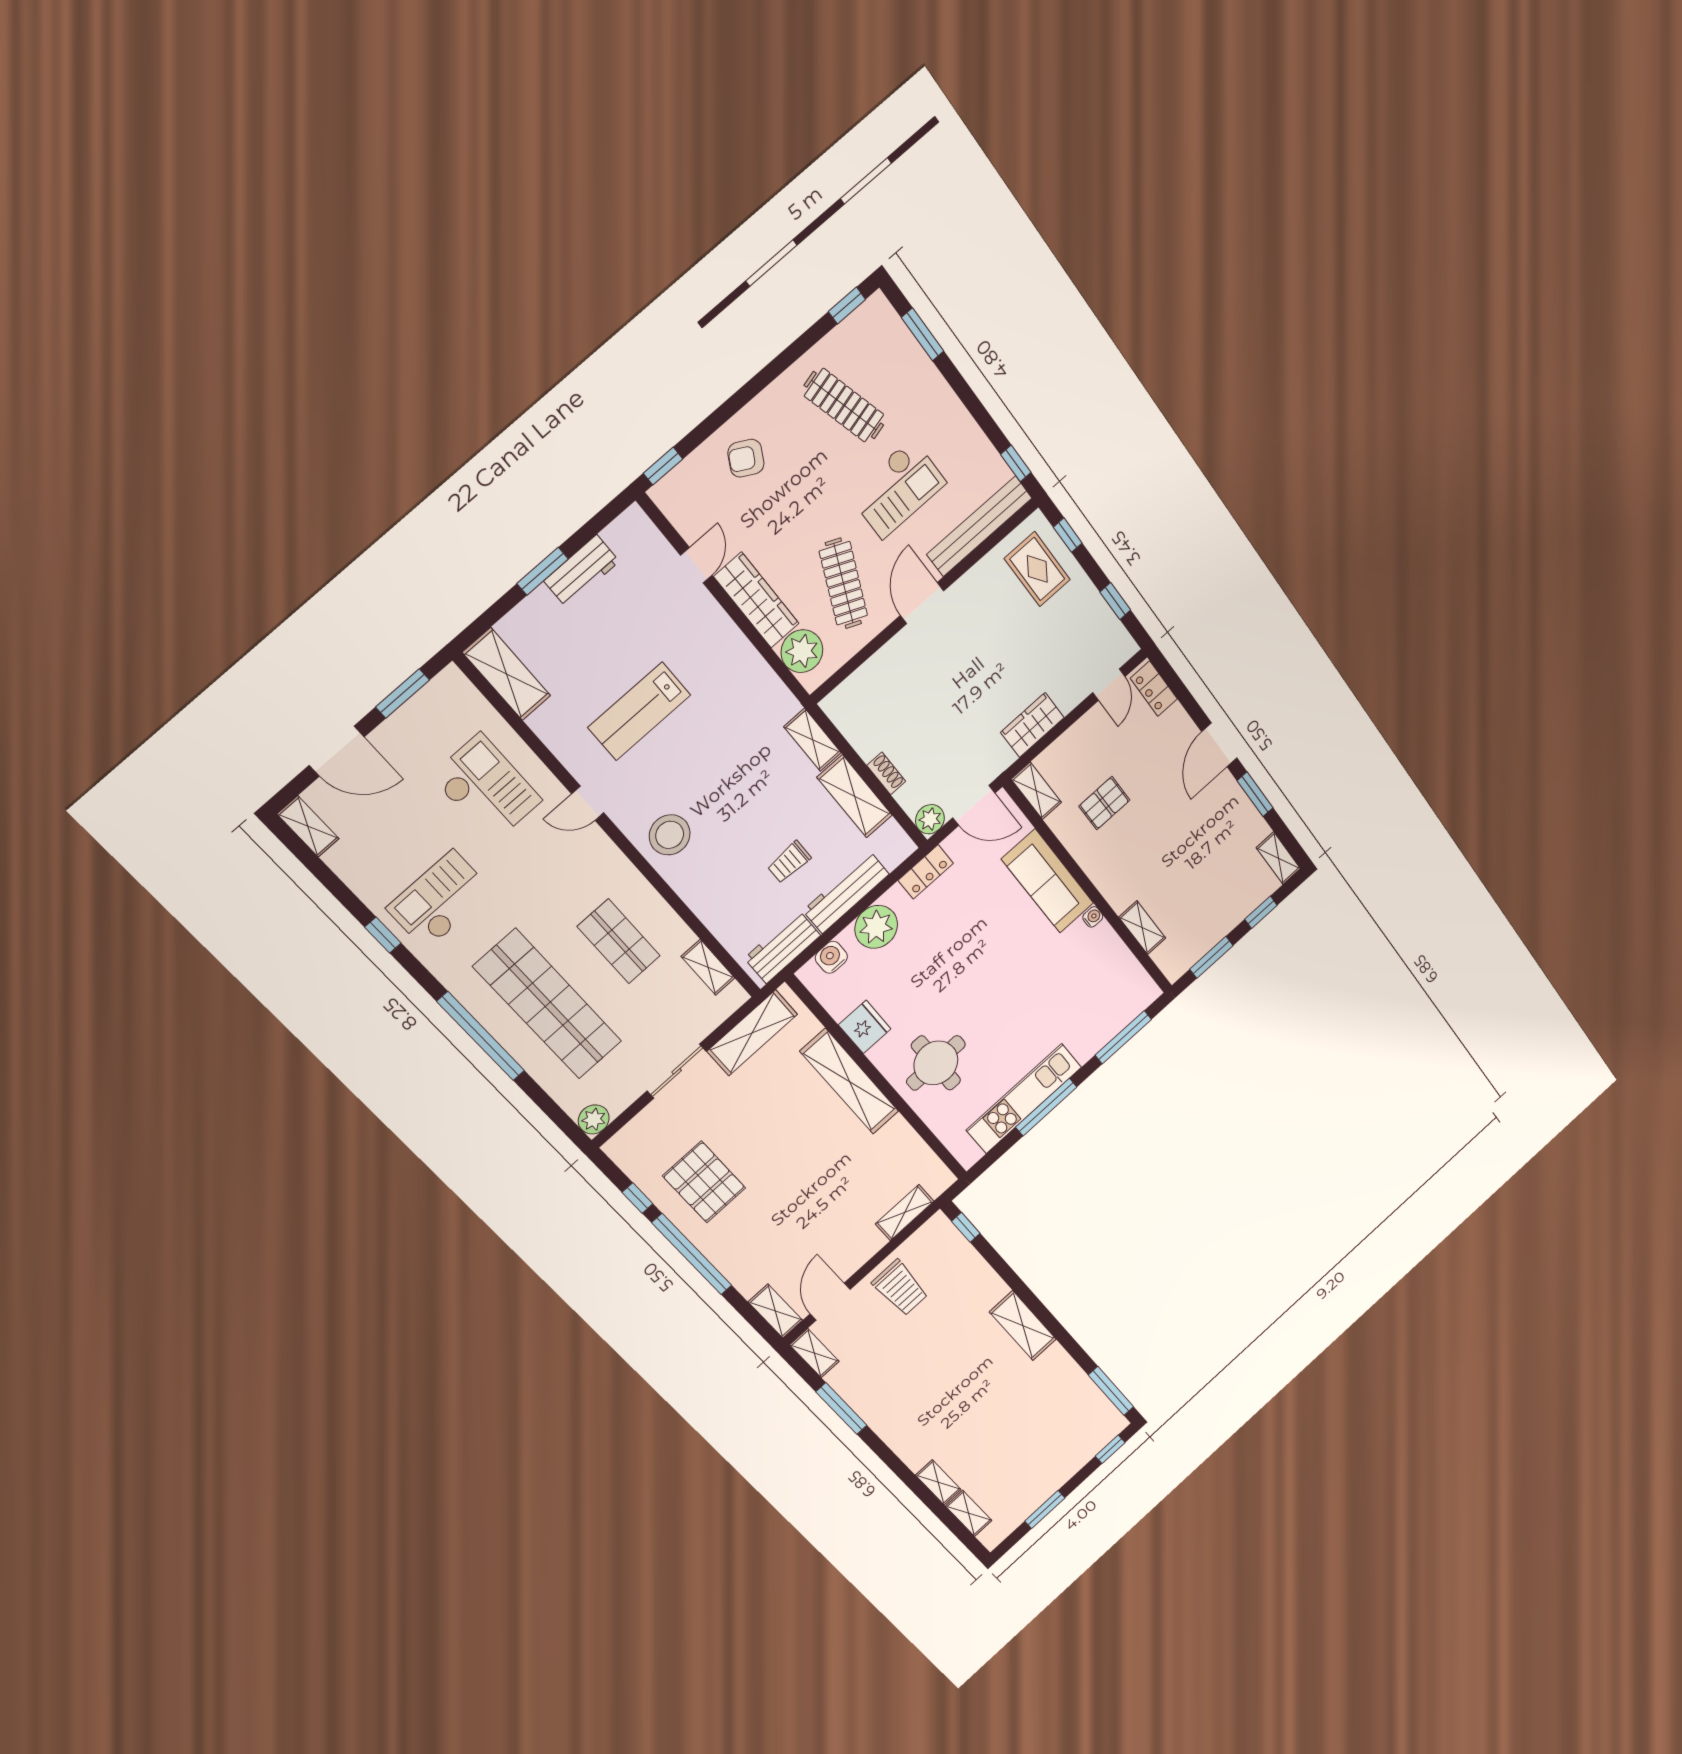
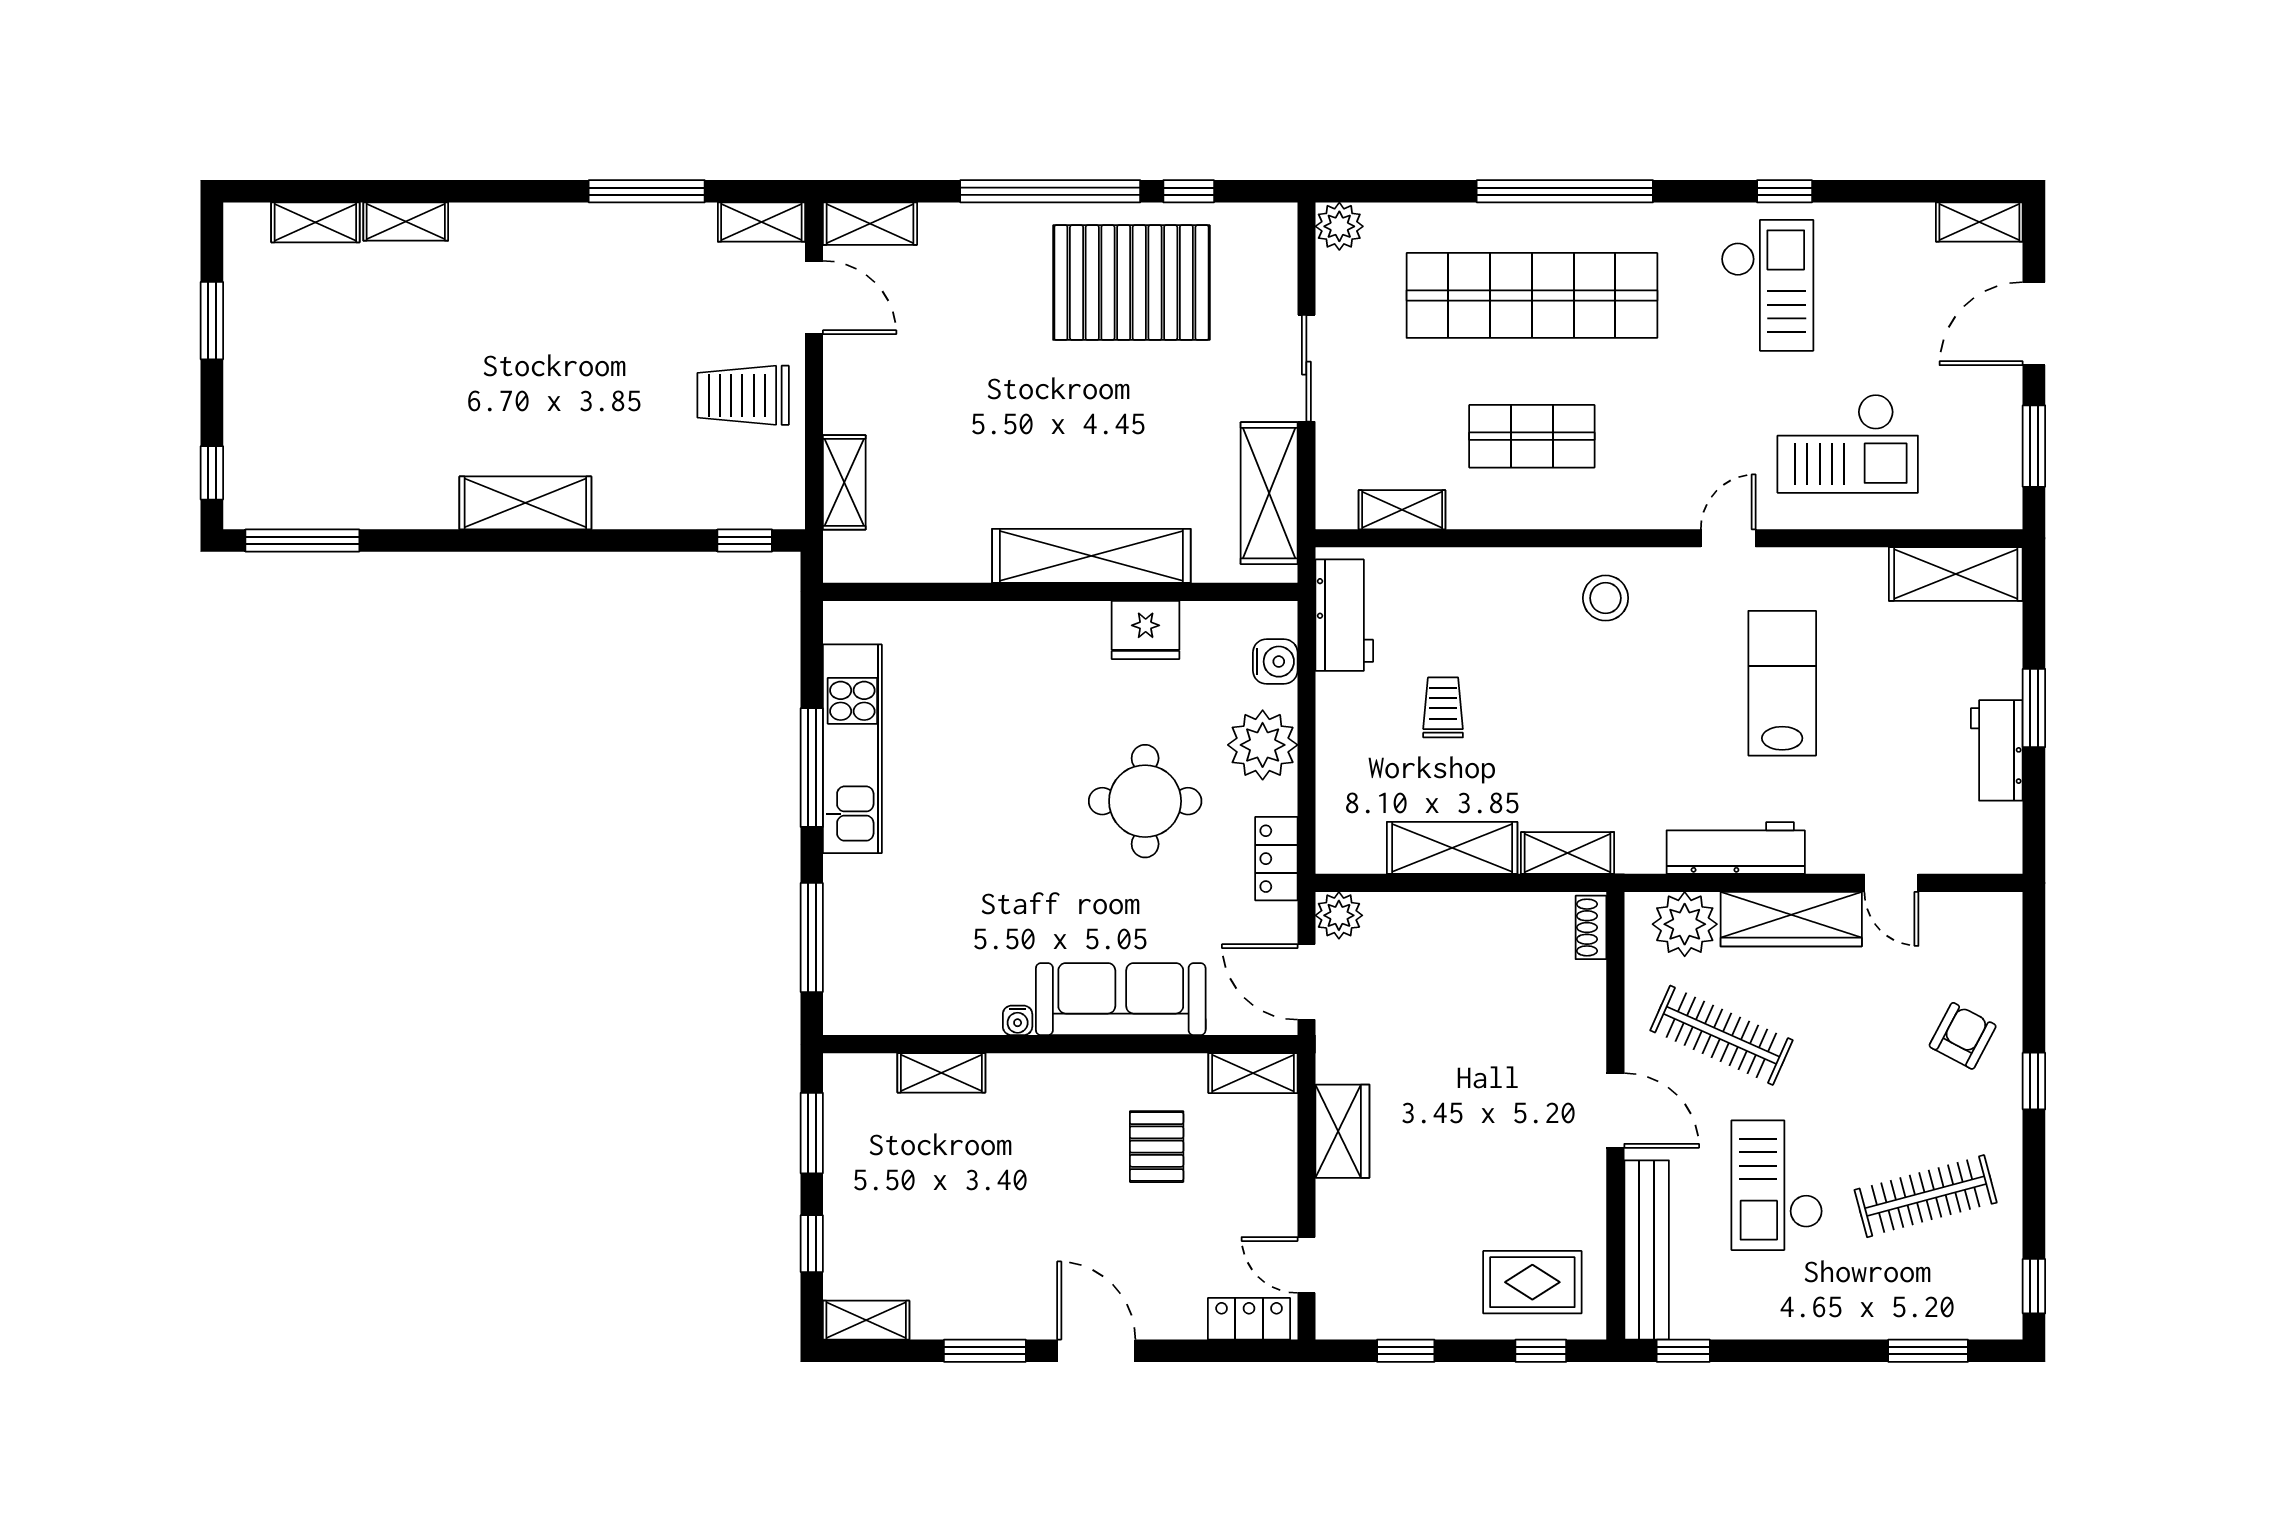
window: (663, 466) -> (2034, 1081), moved
shoe rack: (886, 773) -> (1591, 927), moved, turned 90
door: (974, 805) -> (1306, 982), hinge flipped
stool: (670, 835) -> (1606, 598), width x0.73, depth x0.73
workbench: (846, 892) -> (1736, 848), moved, turned -90
round table: (936, 1063) -> (1145, 801), moved
pallet: (704, 1182) -> (1131, 283), width x1.37, depth x1.41

